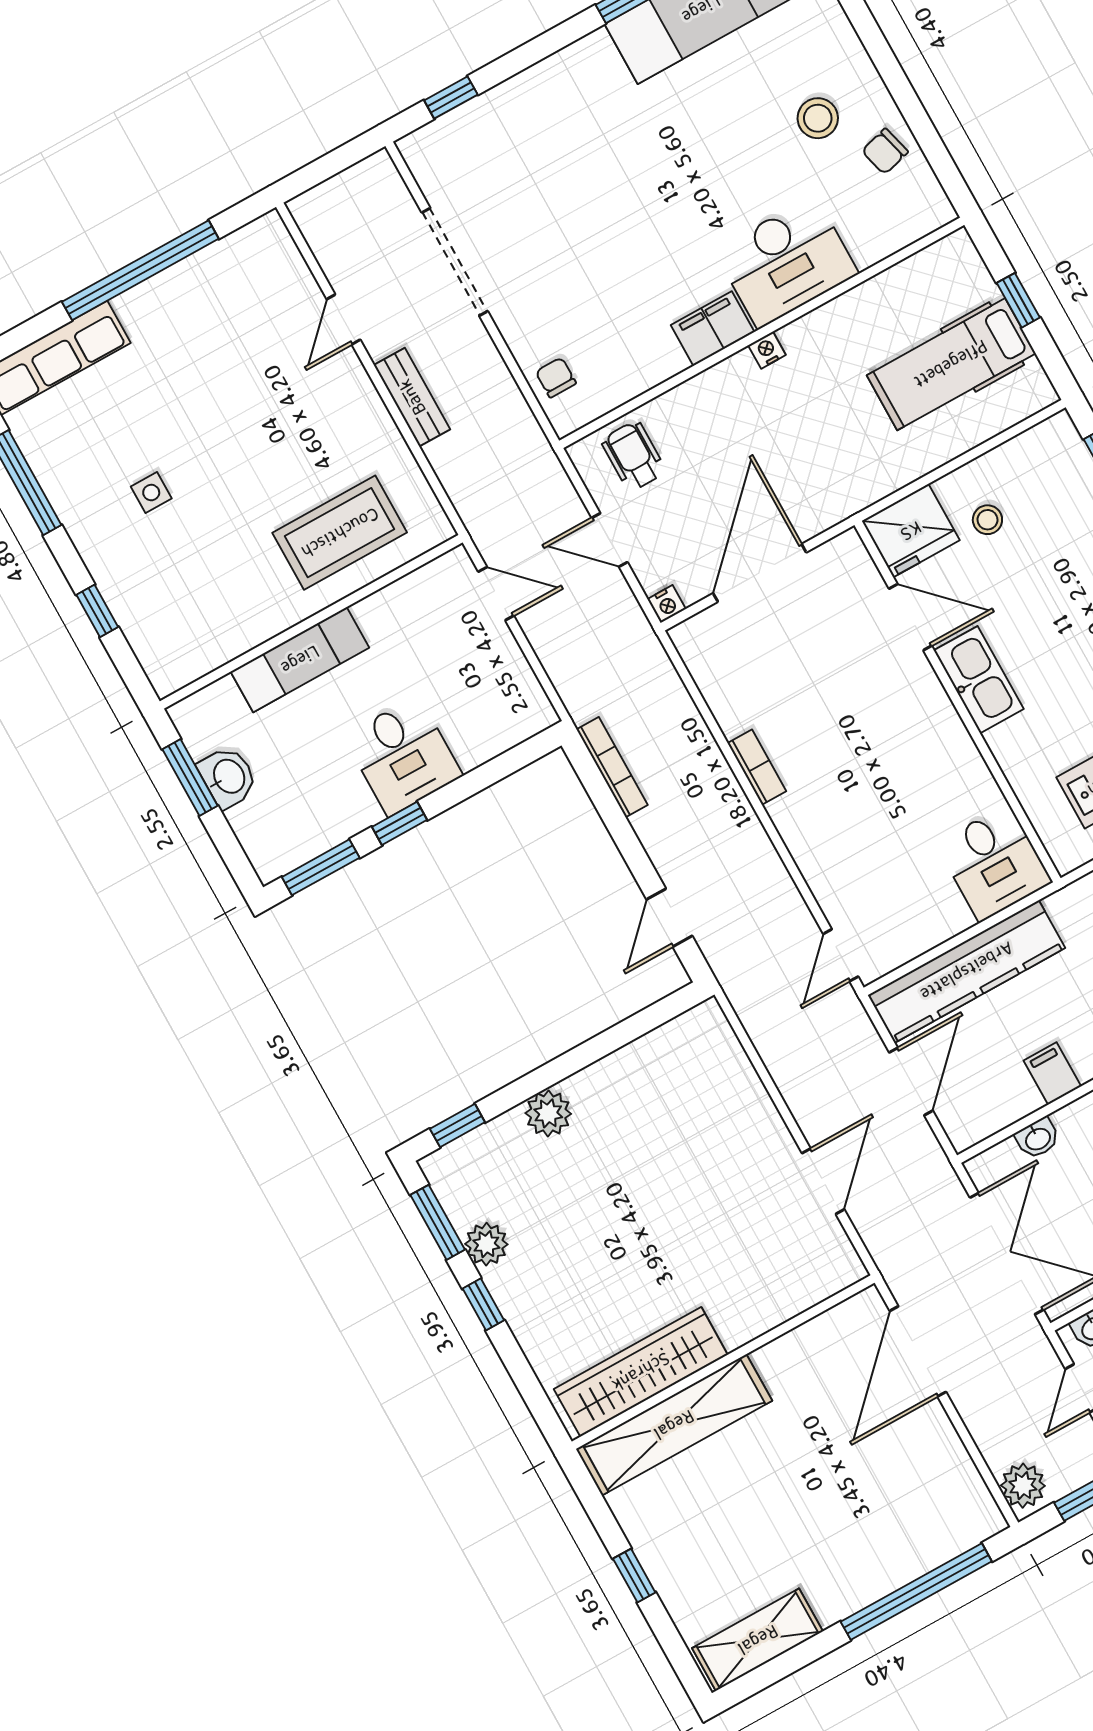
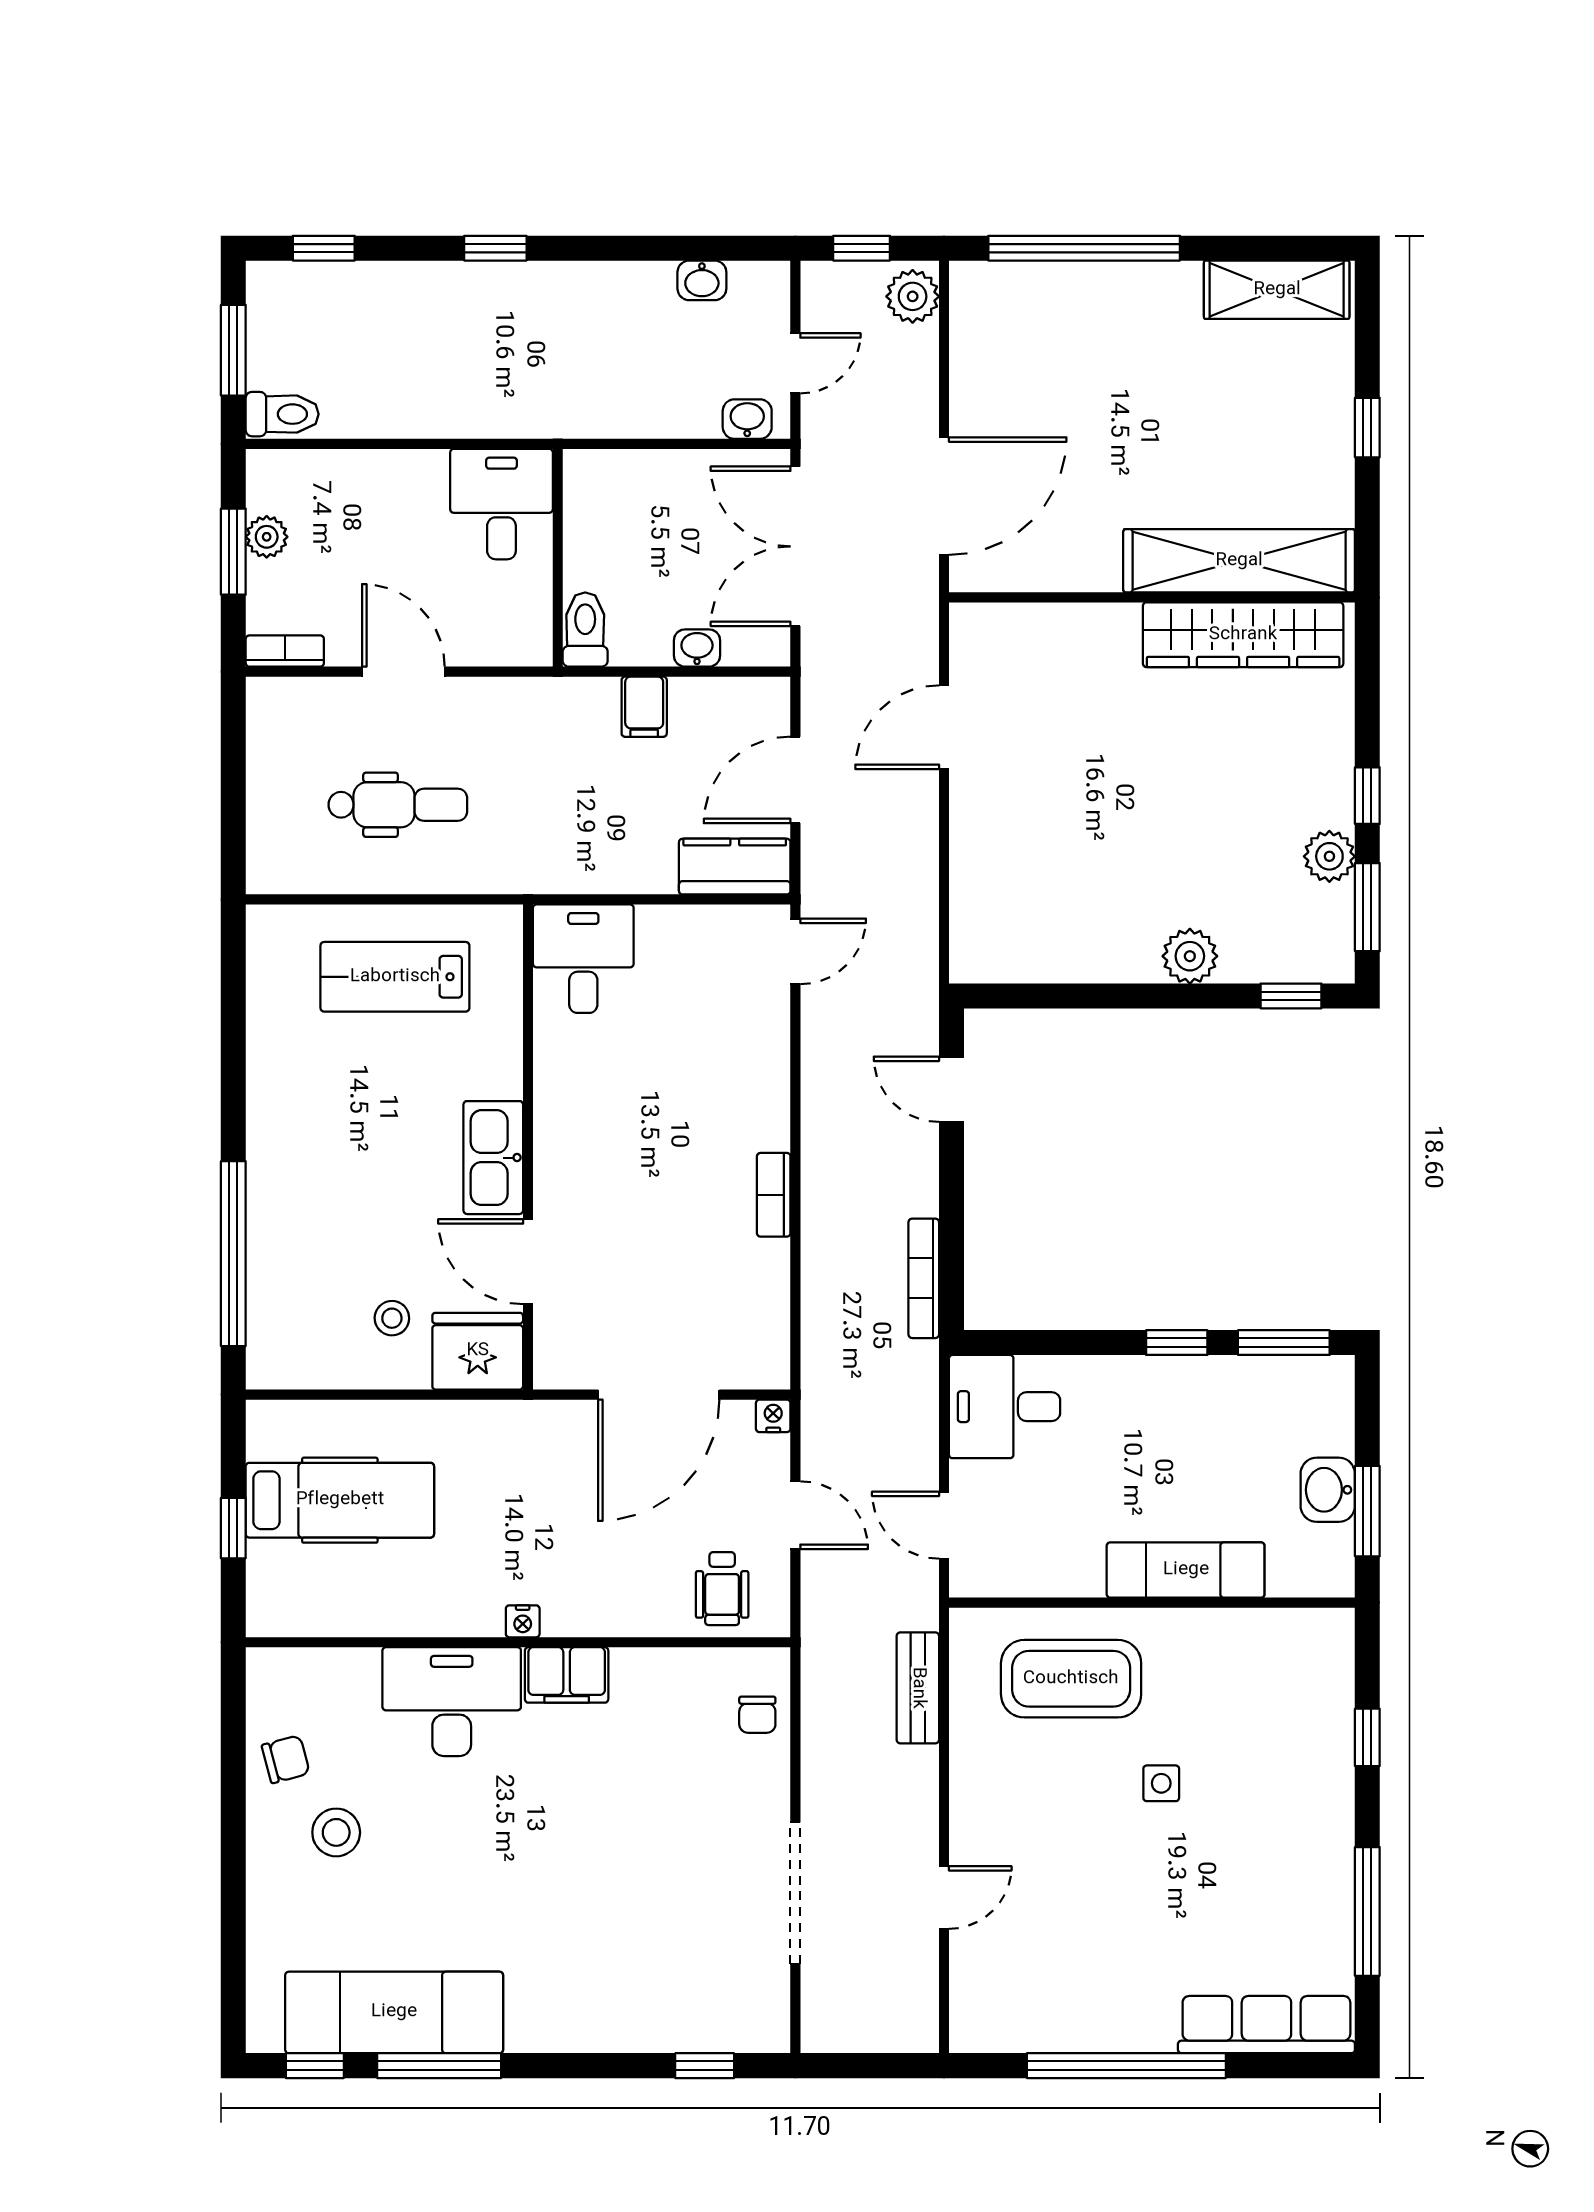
bench: (412, 397) -> (918, 1688), moved
side table: (151, 493) -> (1161, 1783), moved
desk: (403, 756) -> (1005, 1407), moved, turned -90
door: (669, 918) -> (951, 1089), swing flipped
kitchen counter: (967, 971) -> (735, 867), width x0.48, depth x0.86

